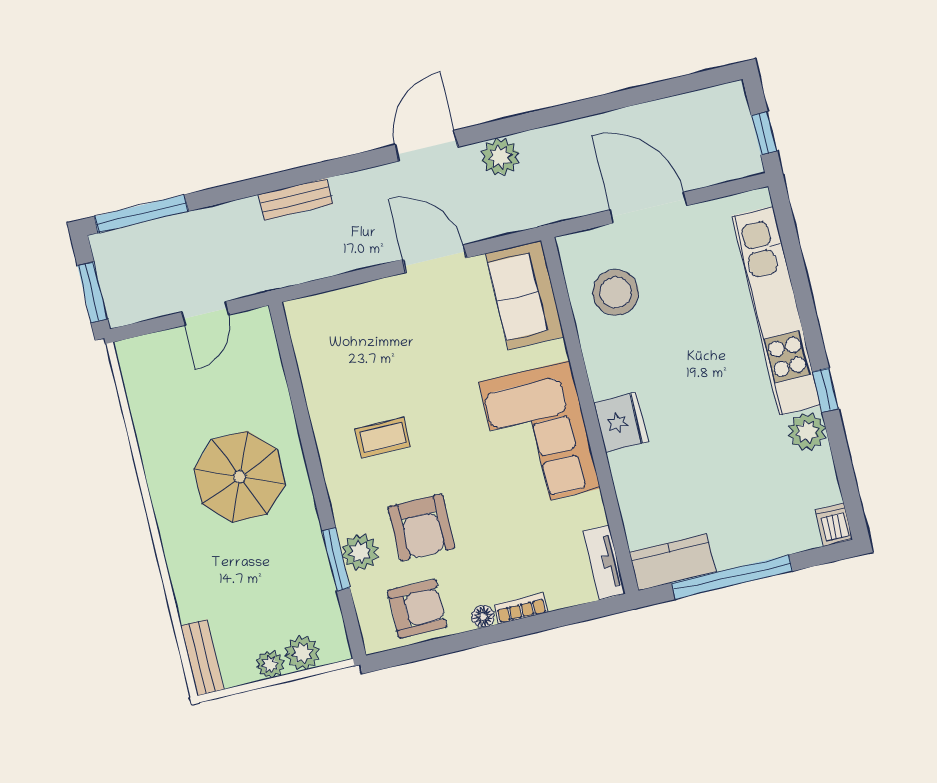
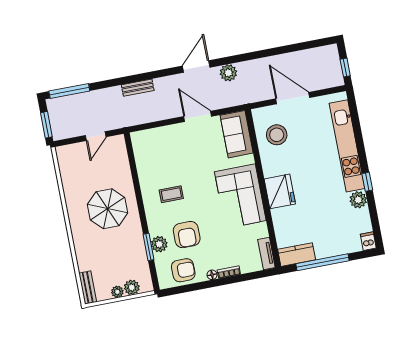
fridge: (621, 422) -> (280, 191), width x1.36, depth x1.34

